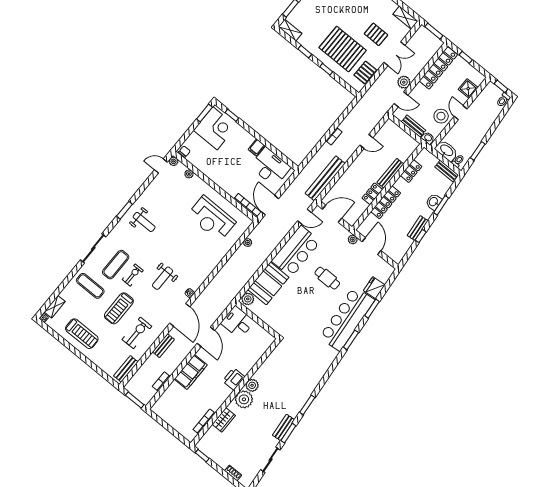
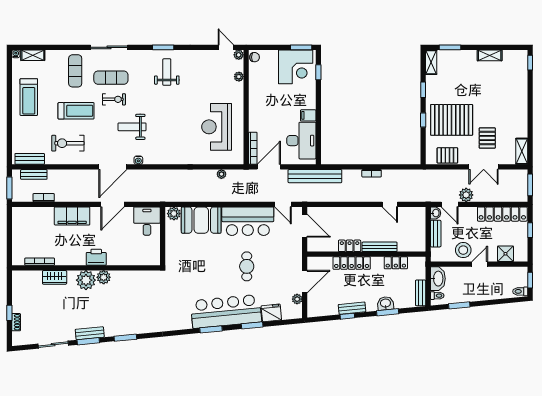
pallet: (343, 49) -> (452, 120), turned 90
washbasin: (428, 138) -> (436, 213), moved
bench: (325, 178) -> (315, 176), moved
weight bench: (144, 222) -> (167, 72), turned 180
plant: (353, 240) -> (297, 299), moved
treadmill: (119, 308) -> (76, 111), turned 180
exercise bike: (137, 333) -> (68, 143), turned 180
bench: (163, 346) -> (34, 174), moved
window: (202, 456) -> (9, 313), moved

